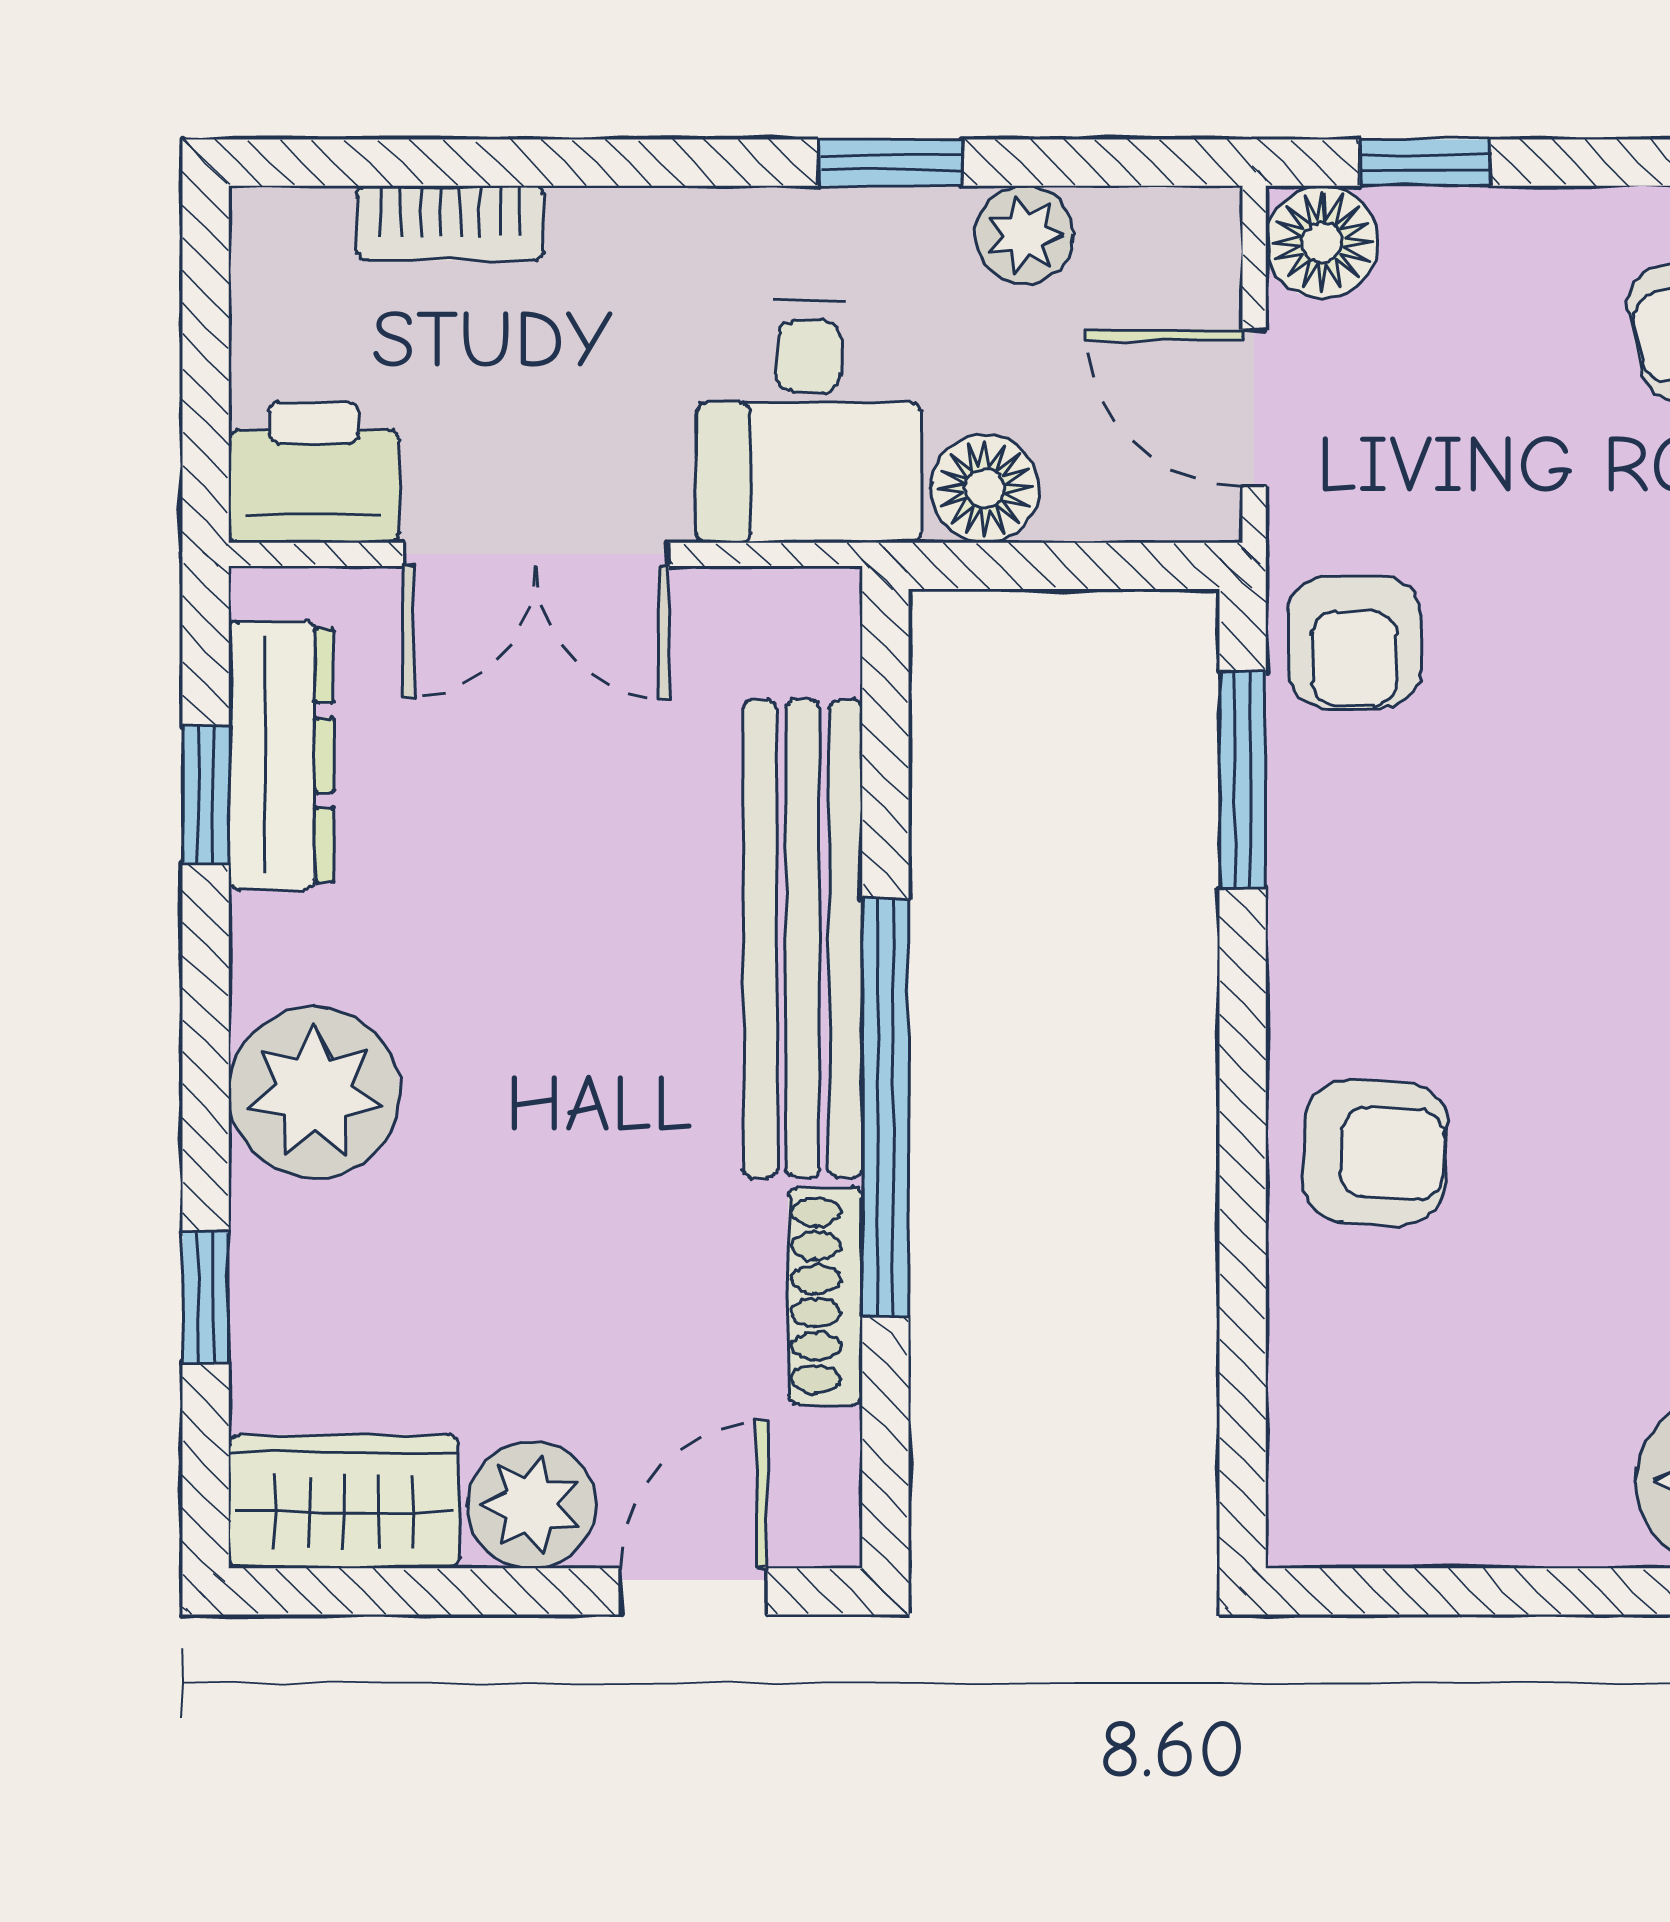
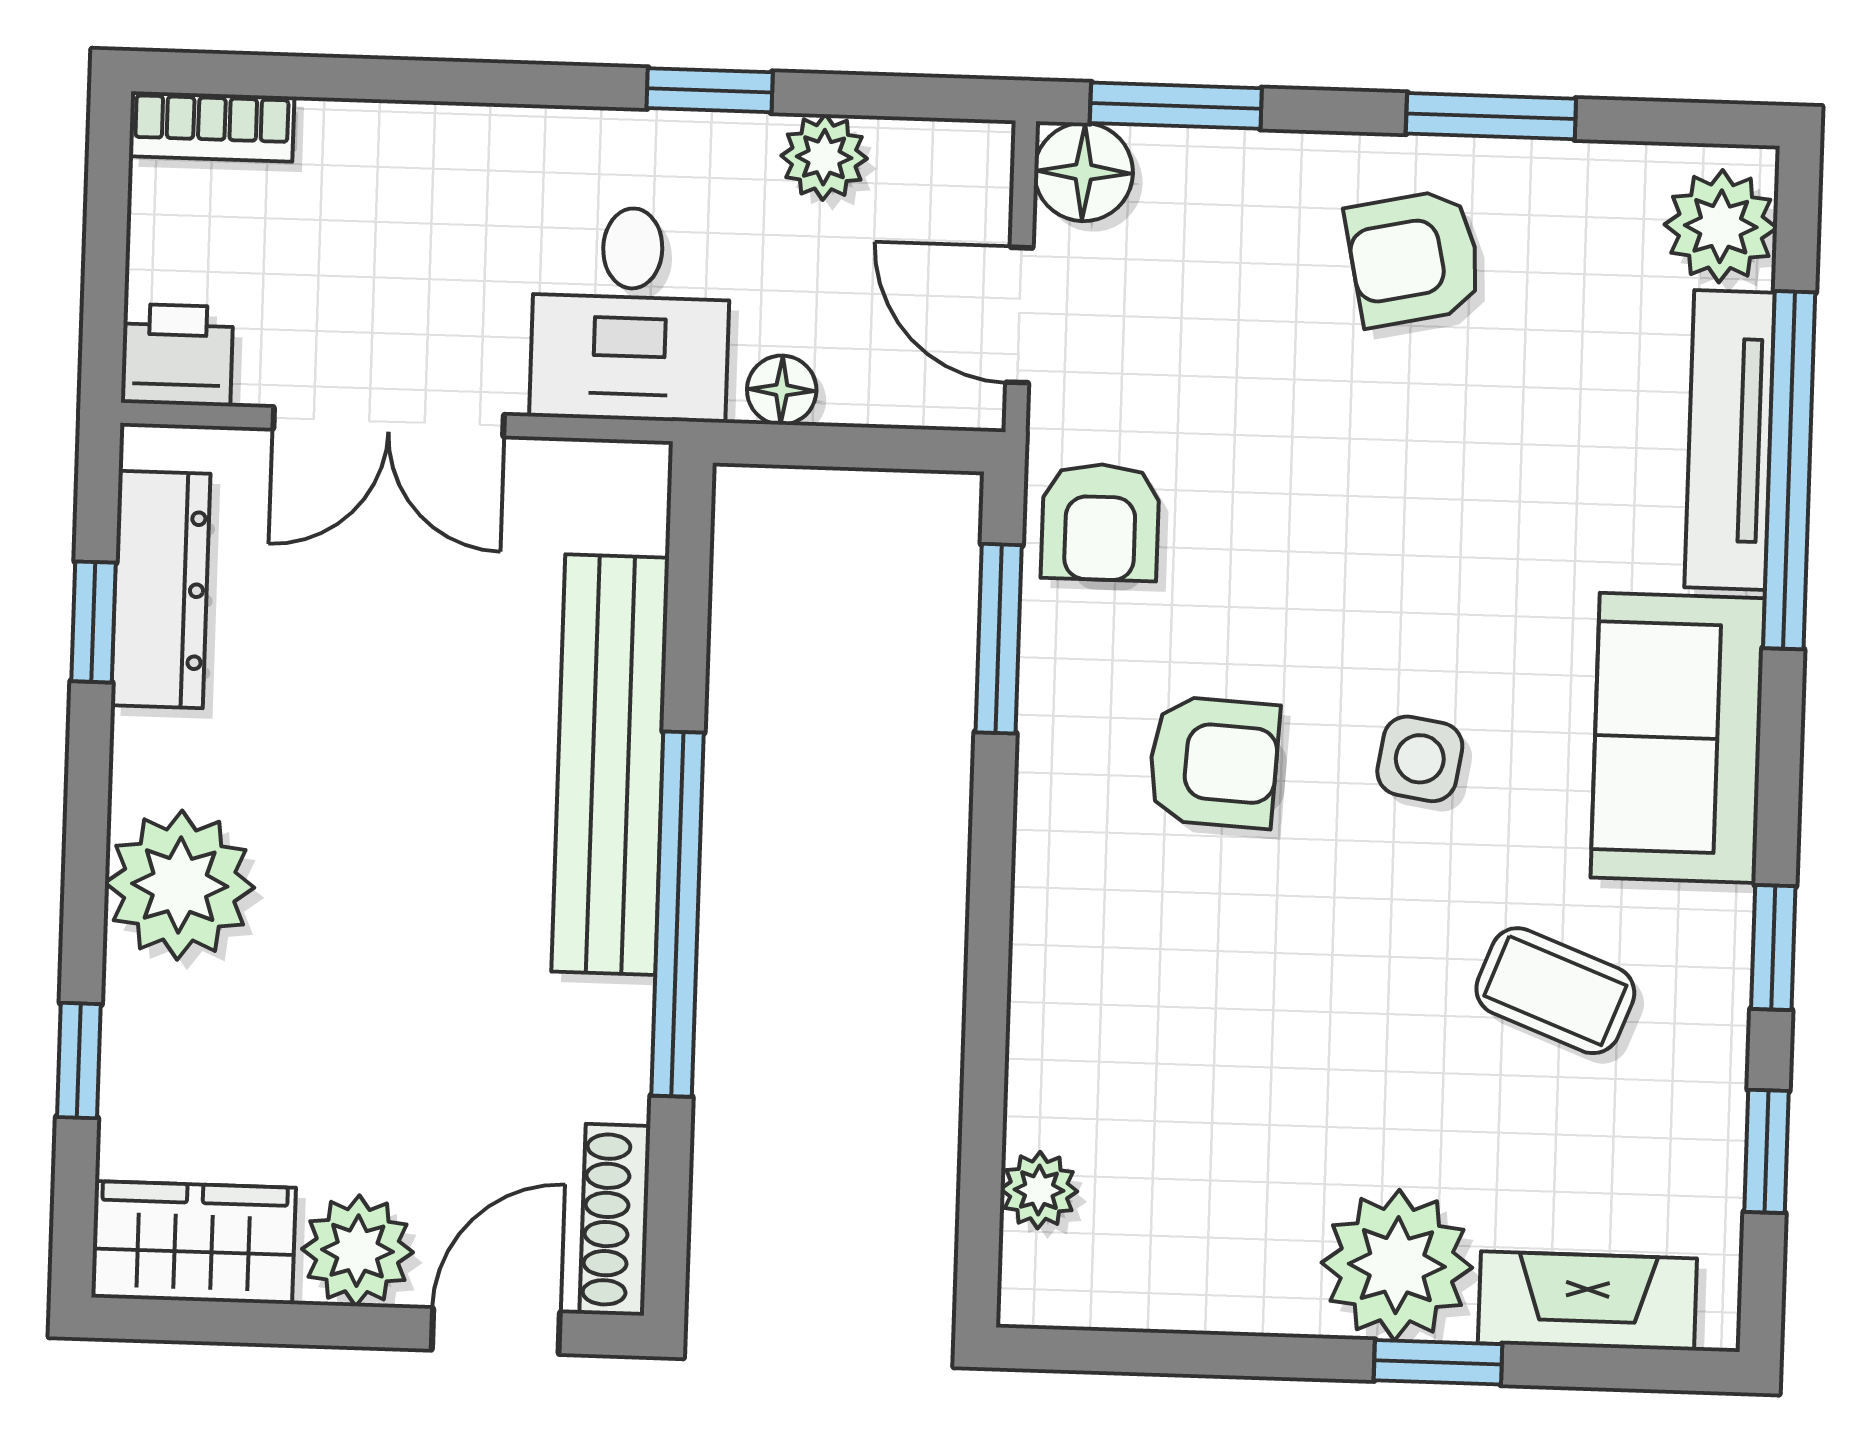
window: (1425, 163) -> (1176, 106), width x1.50
bookcase: (450, 223) -> (212, 126), moved
printer: (314, 472) -> (177, 355), width x0.73, depth x0.81
floor lamp: (985, 488) -> (782, 390), width x0.73, depth x0.73
armchair: (1375, 1153) -> (1214, 762), moved
shoe rack: (825, 1296) -> (615, 1220), moved
plant: (1310, 1409) -> (1039, 1190), added

